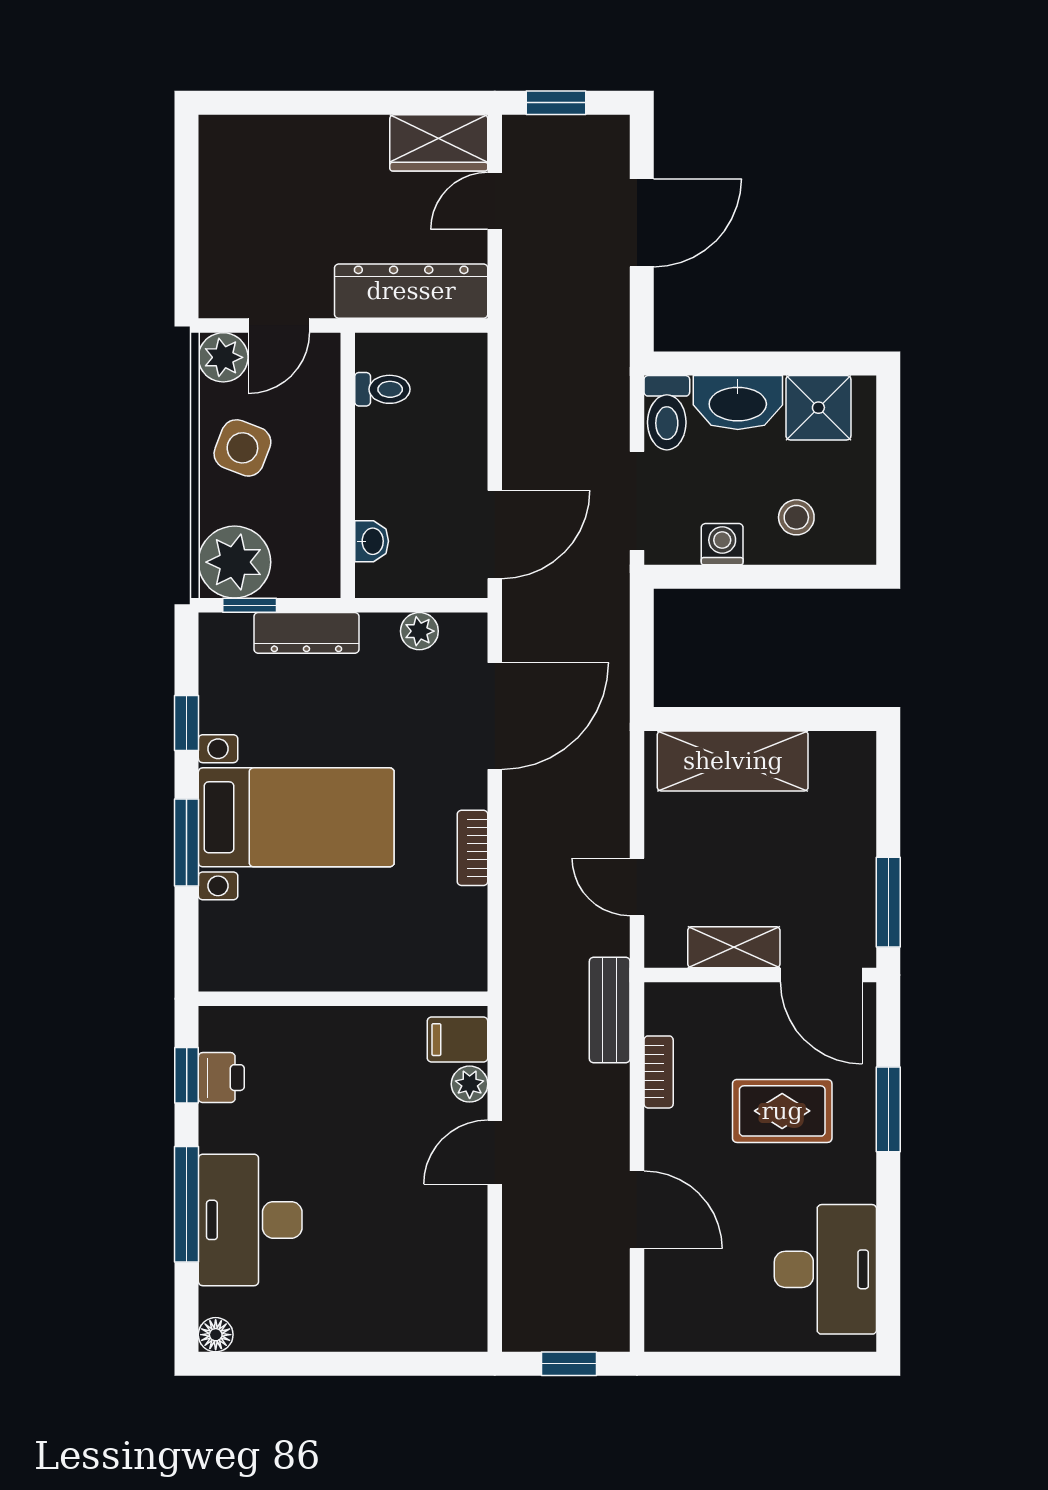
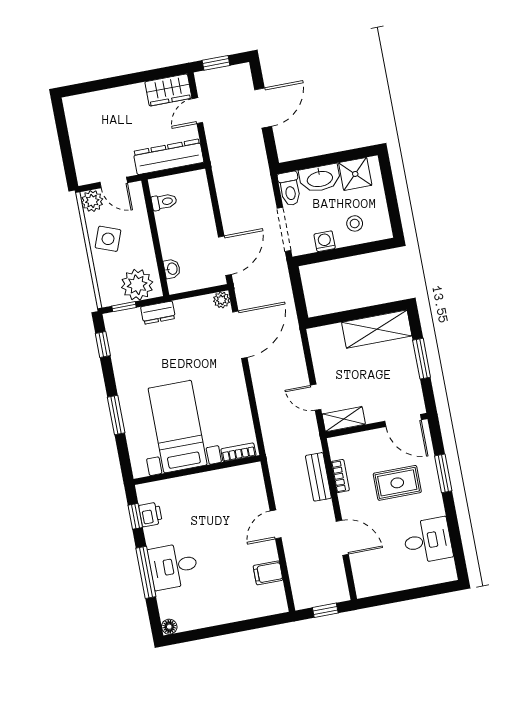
door: (279, 326) -> (114, 183), hinge flipped
plant: (235, 562) -> (137, 285), moved
plant: (419, 631) -> (222, 300), moved
dresser: (306, 633) -> (158, 313), width x0.70
window: (187, 723) -> (103, 344), moved
shelving: (733, 761) -> (377, 329), moved
bed with nightstands: (296, 817) -> (178, 427), moved, turned -90
bookcase: (473, 848) -> (238, 452), moved, turned 90
window: (888, 902) -> (422, 359), moved
shelving: (734, 947) -> (344, 419), moved
bench: (610, 1010) -> (318, 477), moved
filing cabinet: (457, 1040) -> (268, 573), moved
plant: (470, 1084) -> (259, 497), removed
desk: (250, 1220) -> (173, 566), width x0.73
desk: (825, 1269) -> (428, 541), width x0.73

